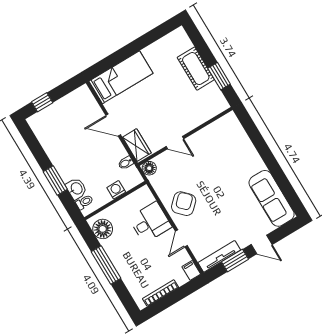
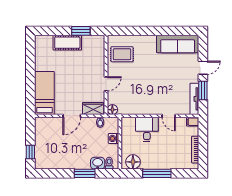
rug: (221, 141) -> (122, 54), added
armchair: (184, 204) -> (148, 101), removed

